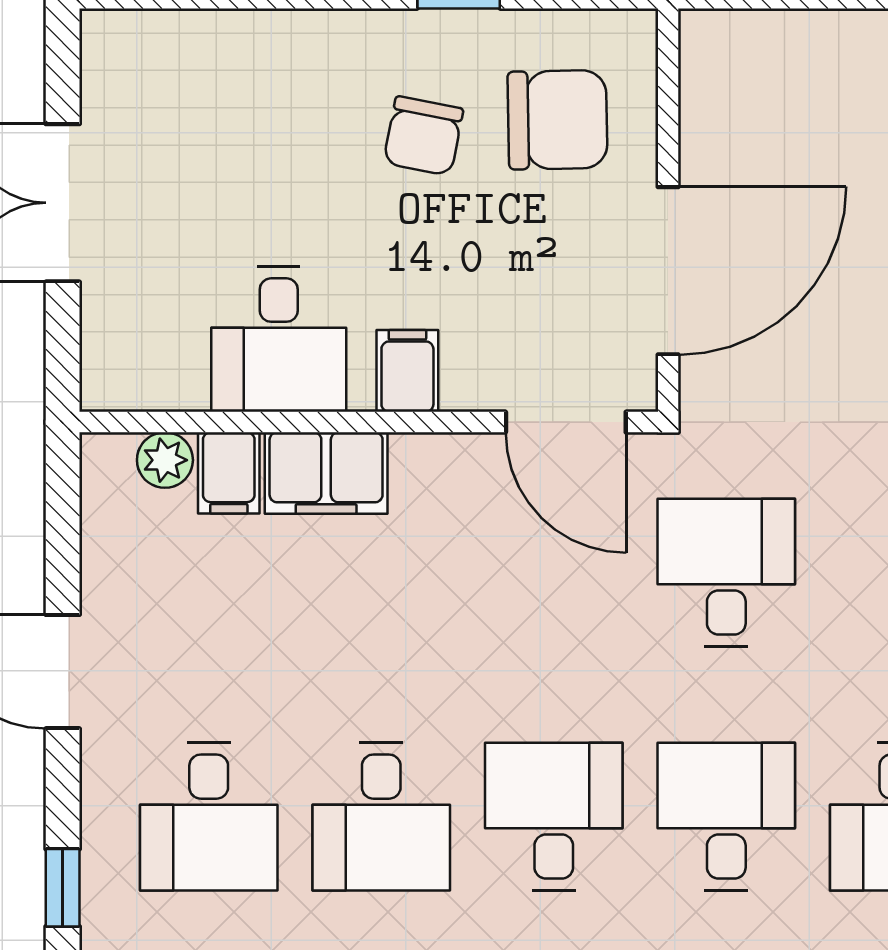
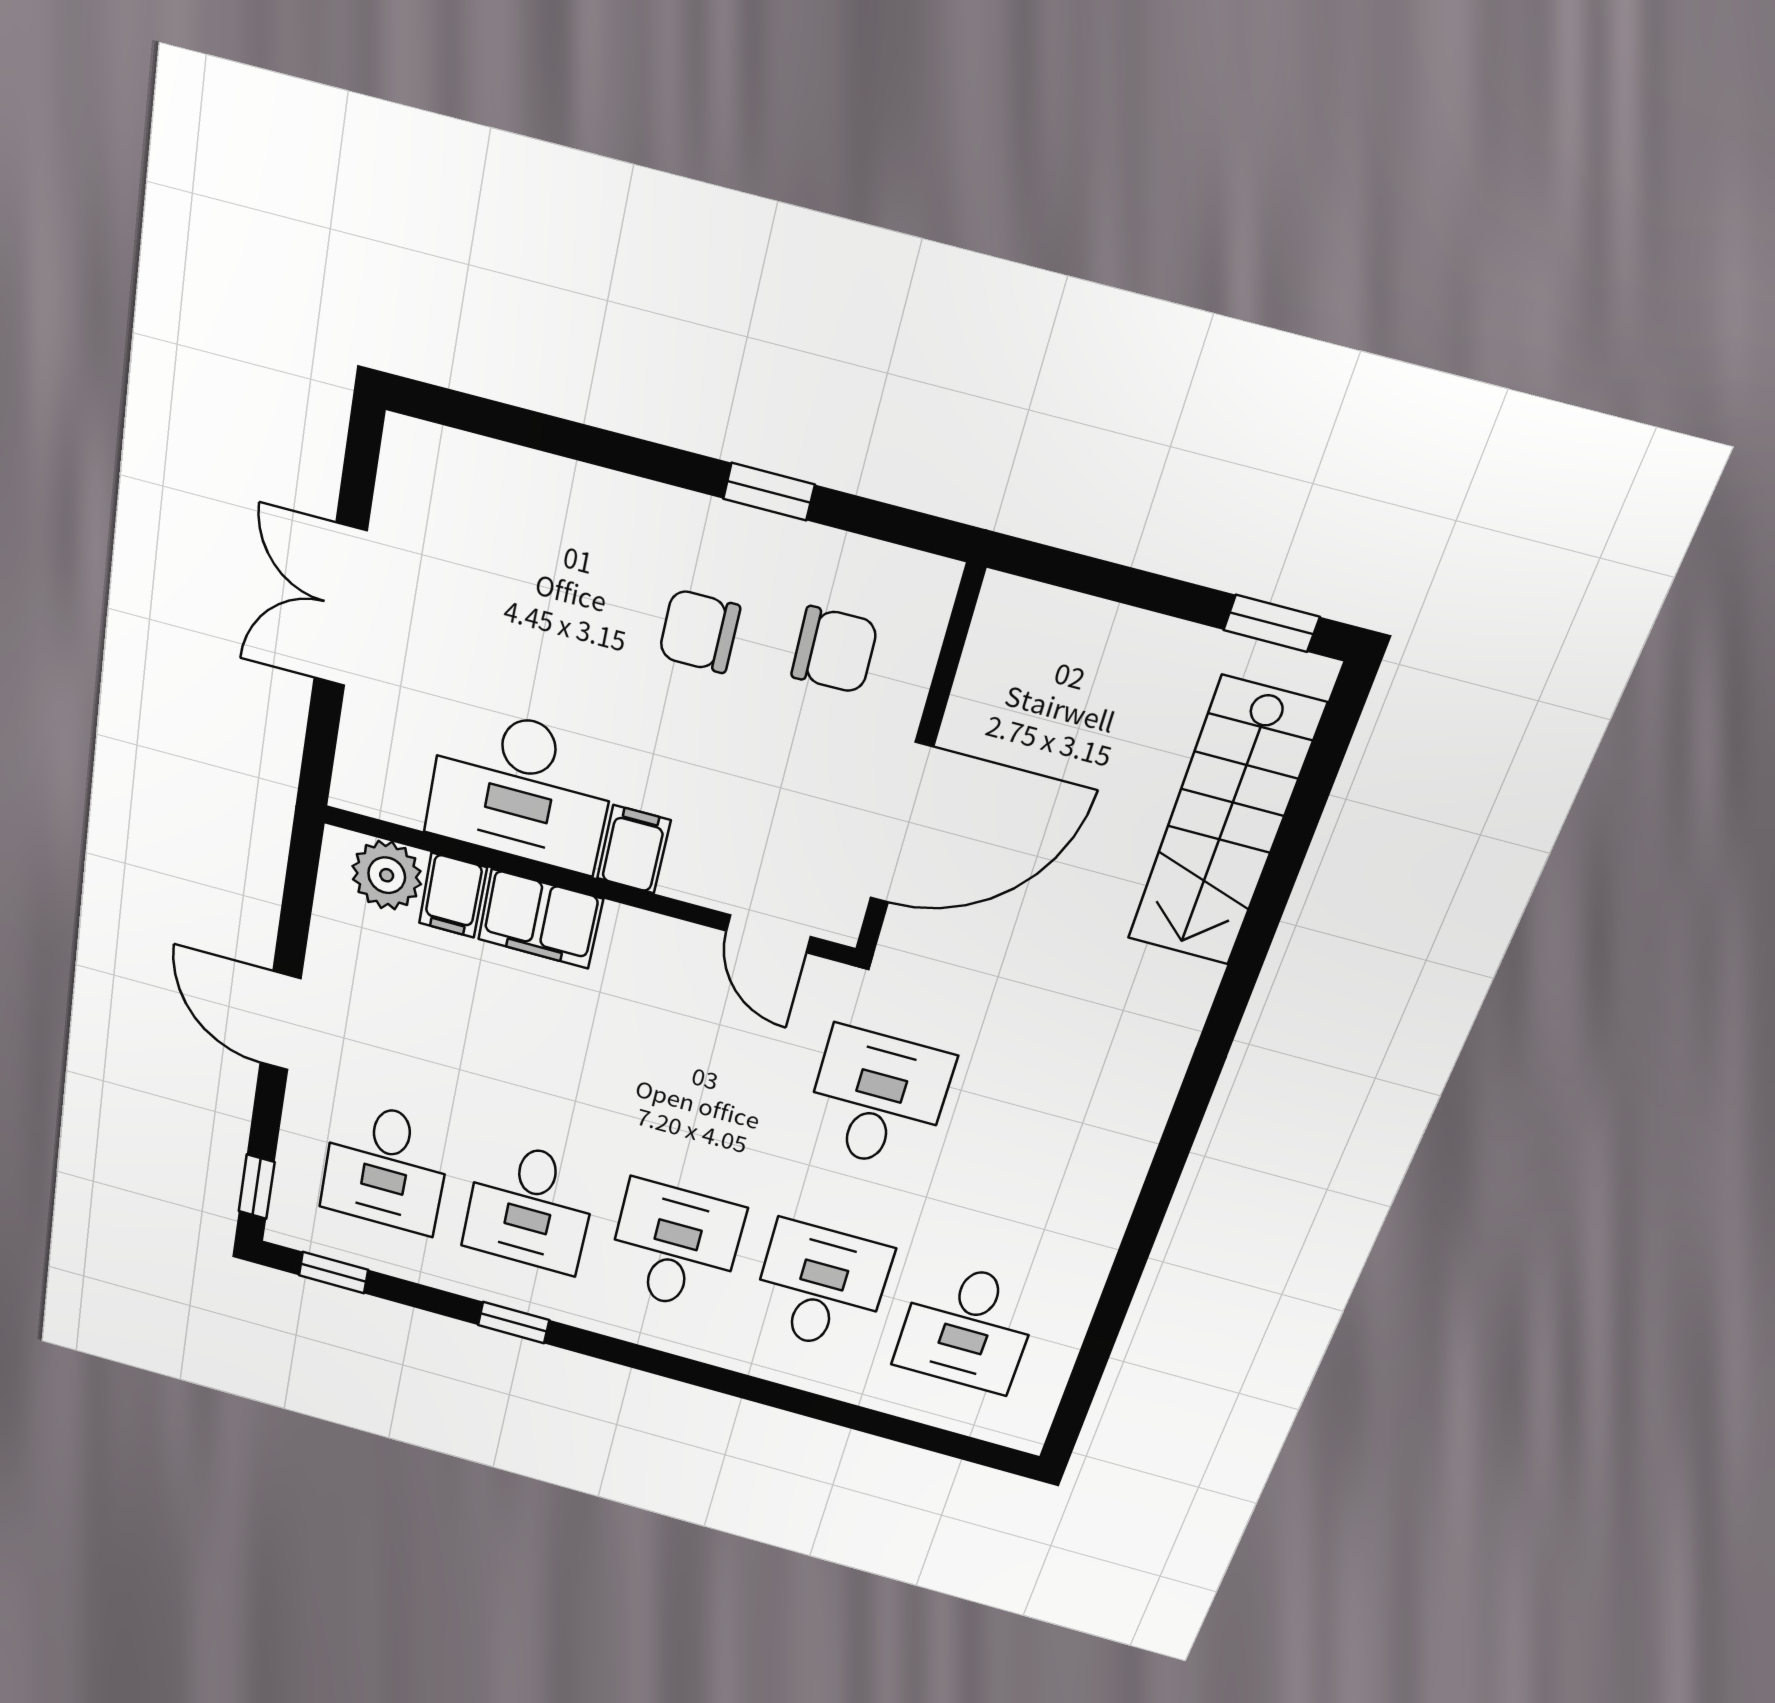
chair: (558, 120) -> (835, 650), width x0.73, depth x0.73
chair: (423, 136) -> (699, 631), turned 79
desk: (279, 339) -> (521, 789), width x1.37
door: (566, 422) -> (768, 934), width x0.73
plant: (165, 460) -> (387, 875), width x1.38, depth x1.38

